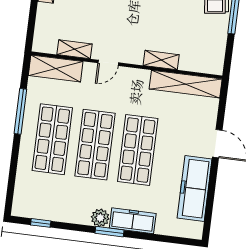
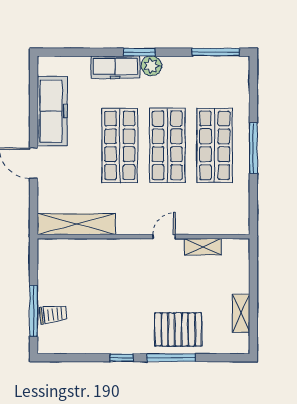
shelving: (161, 60) -> (107, 247), removed
shelving: (56, 68) -> (221, 223), removed
window: (20, 111) -> (253, 148), moved
window: (41, 223) -> (216, 52), width x2.17

